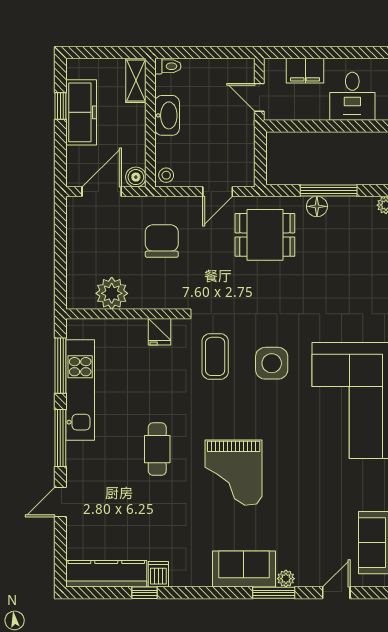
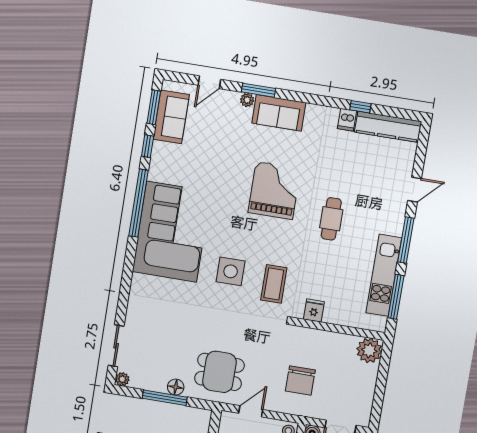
plant: (112, 293) -> (369, 350), moved

